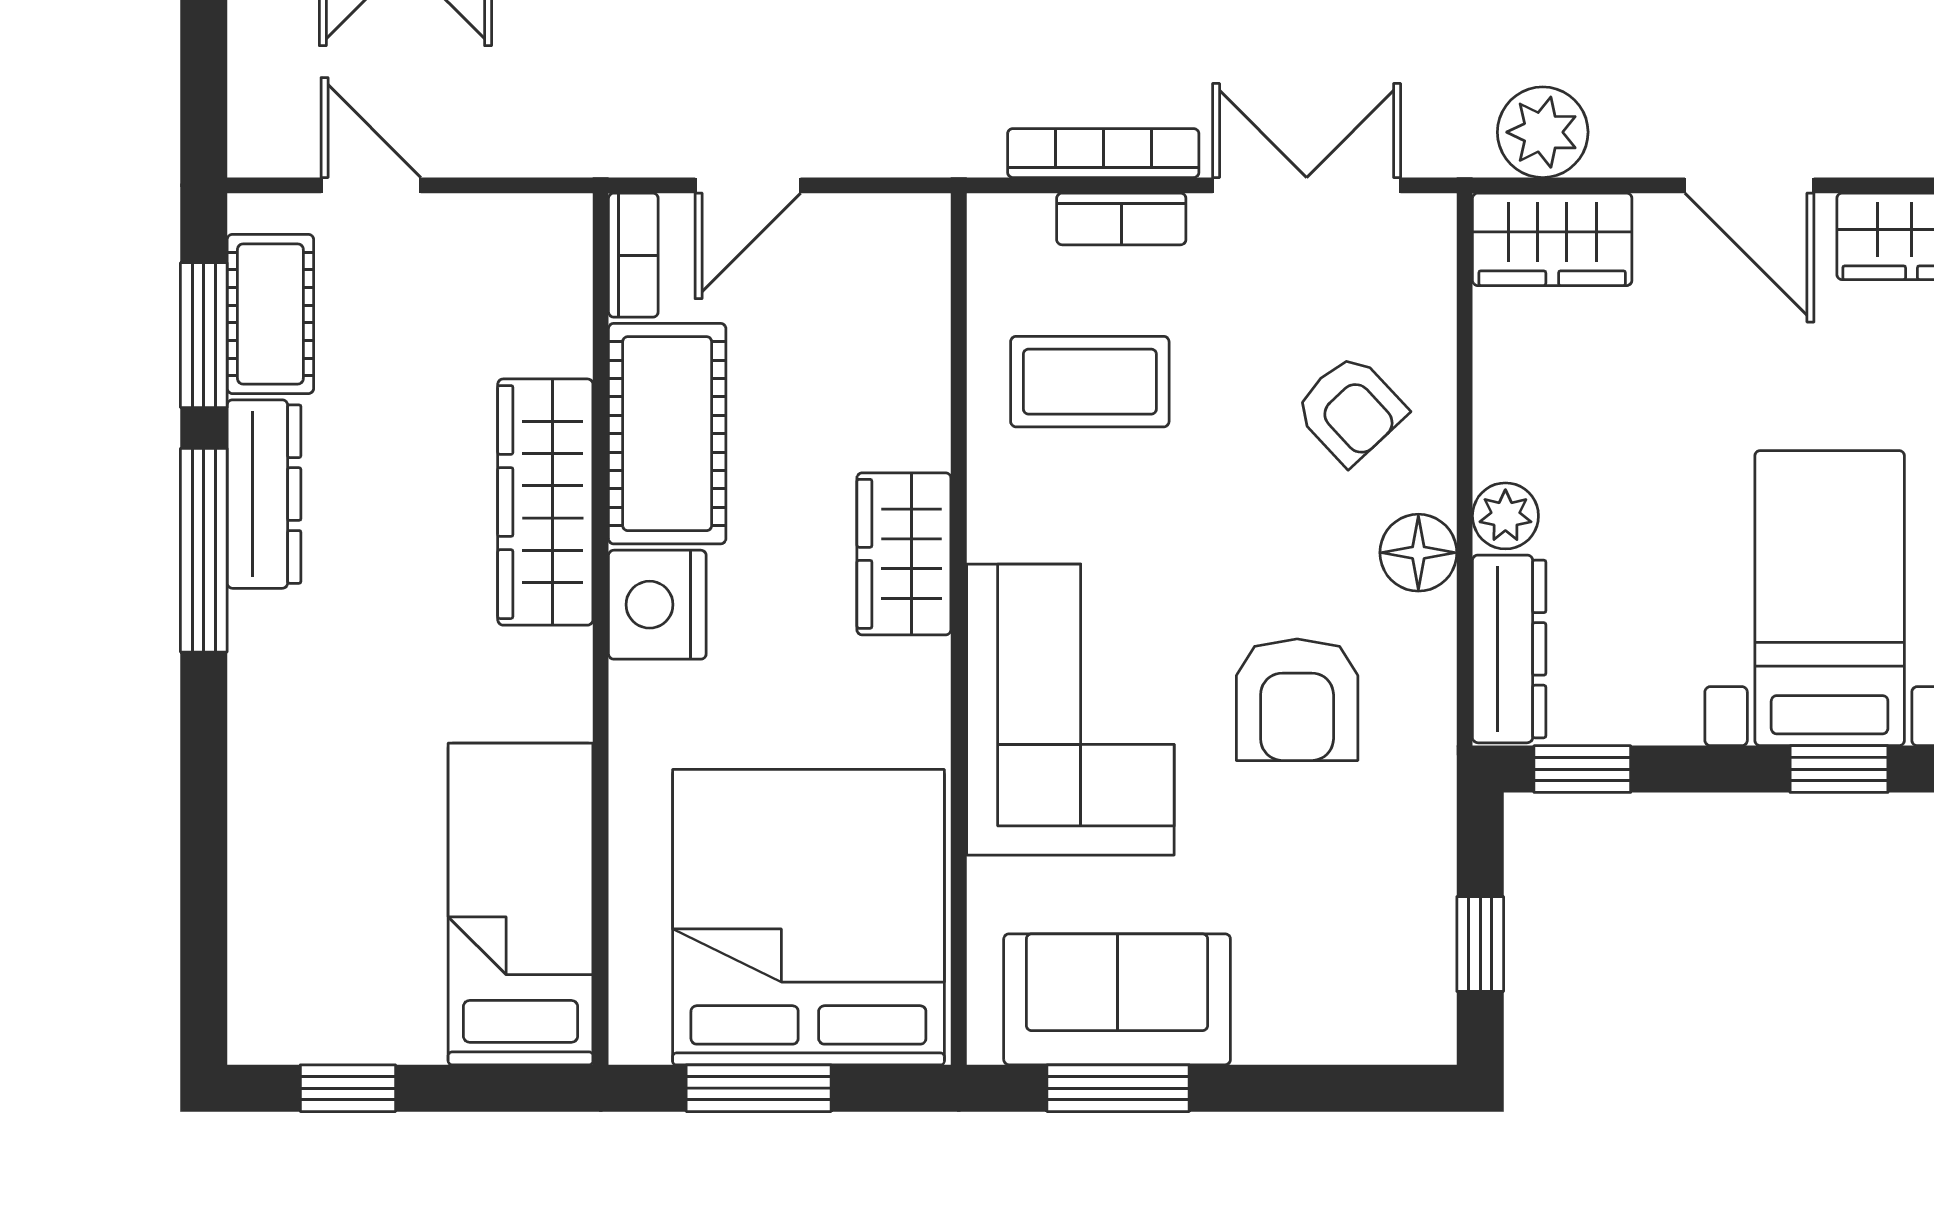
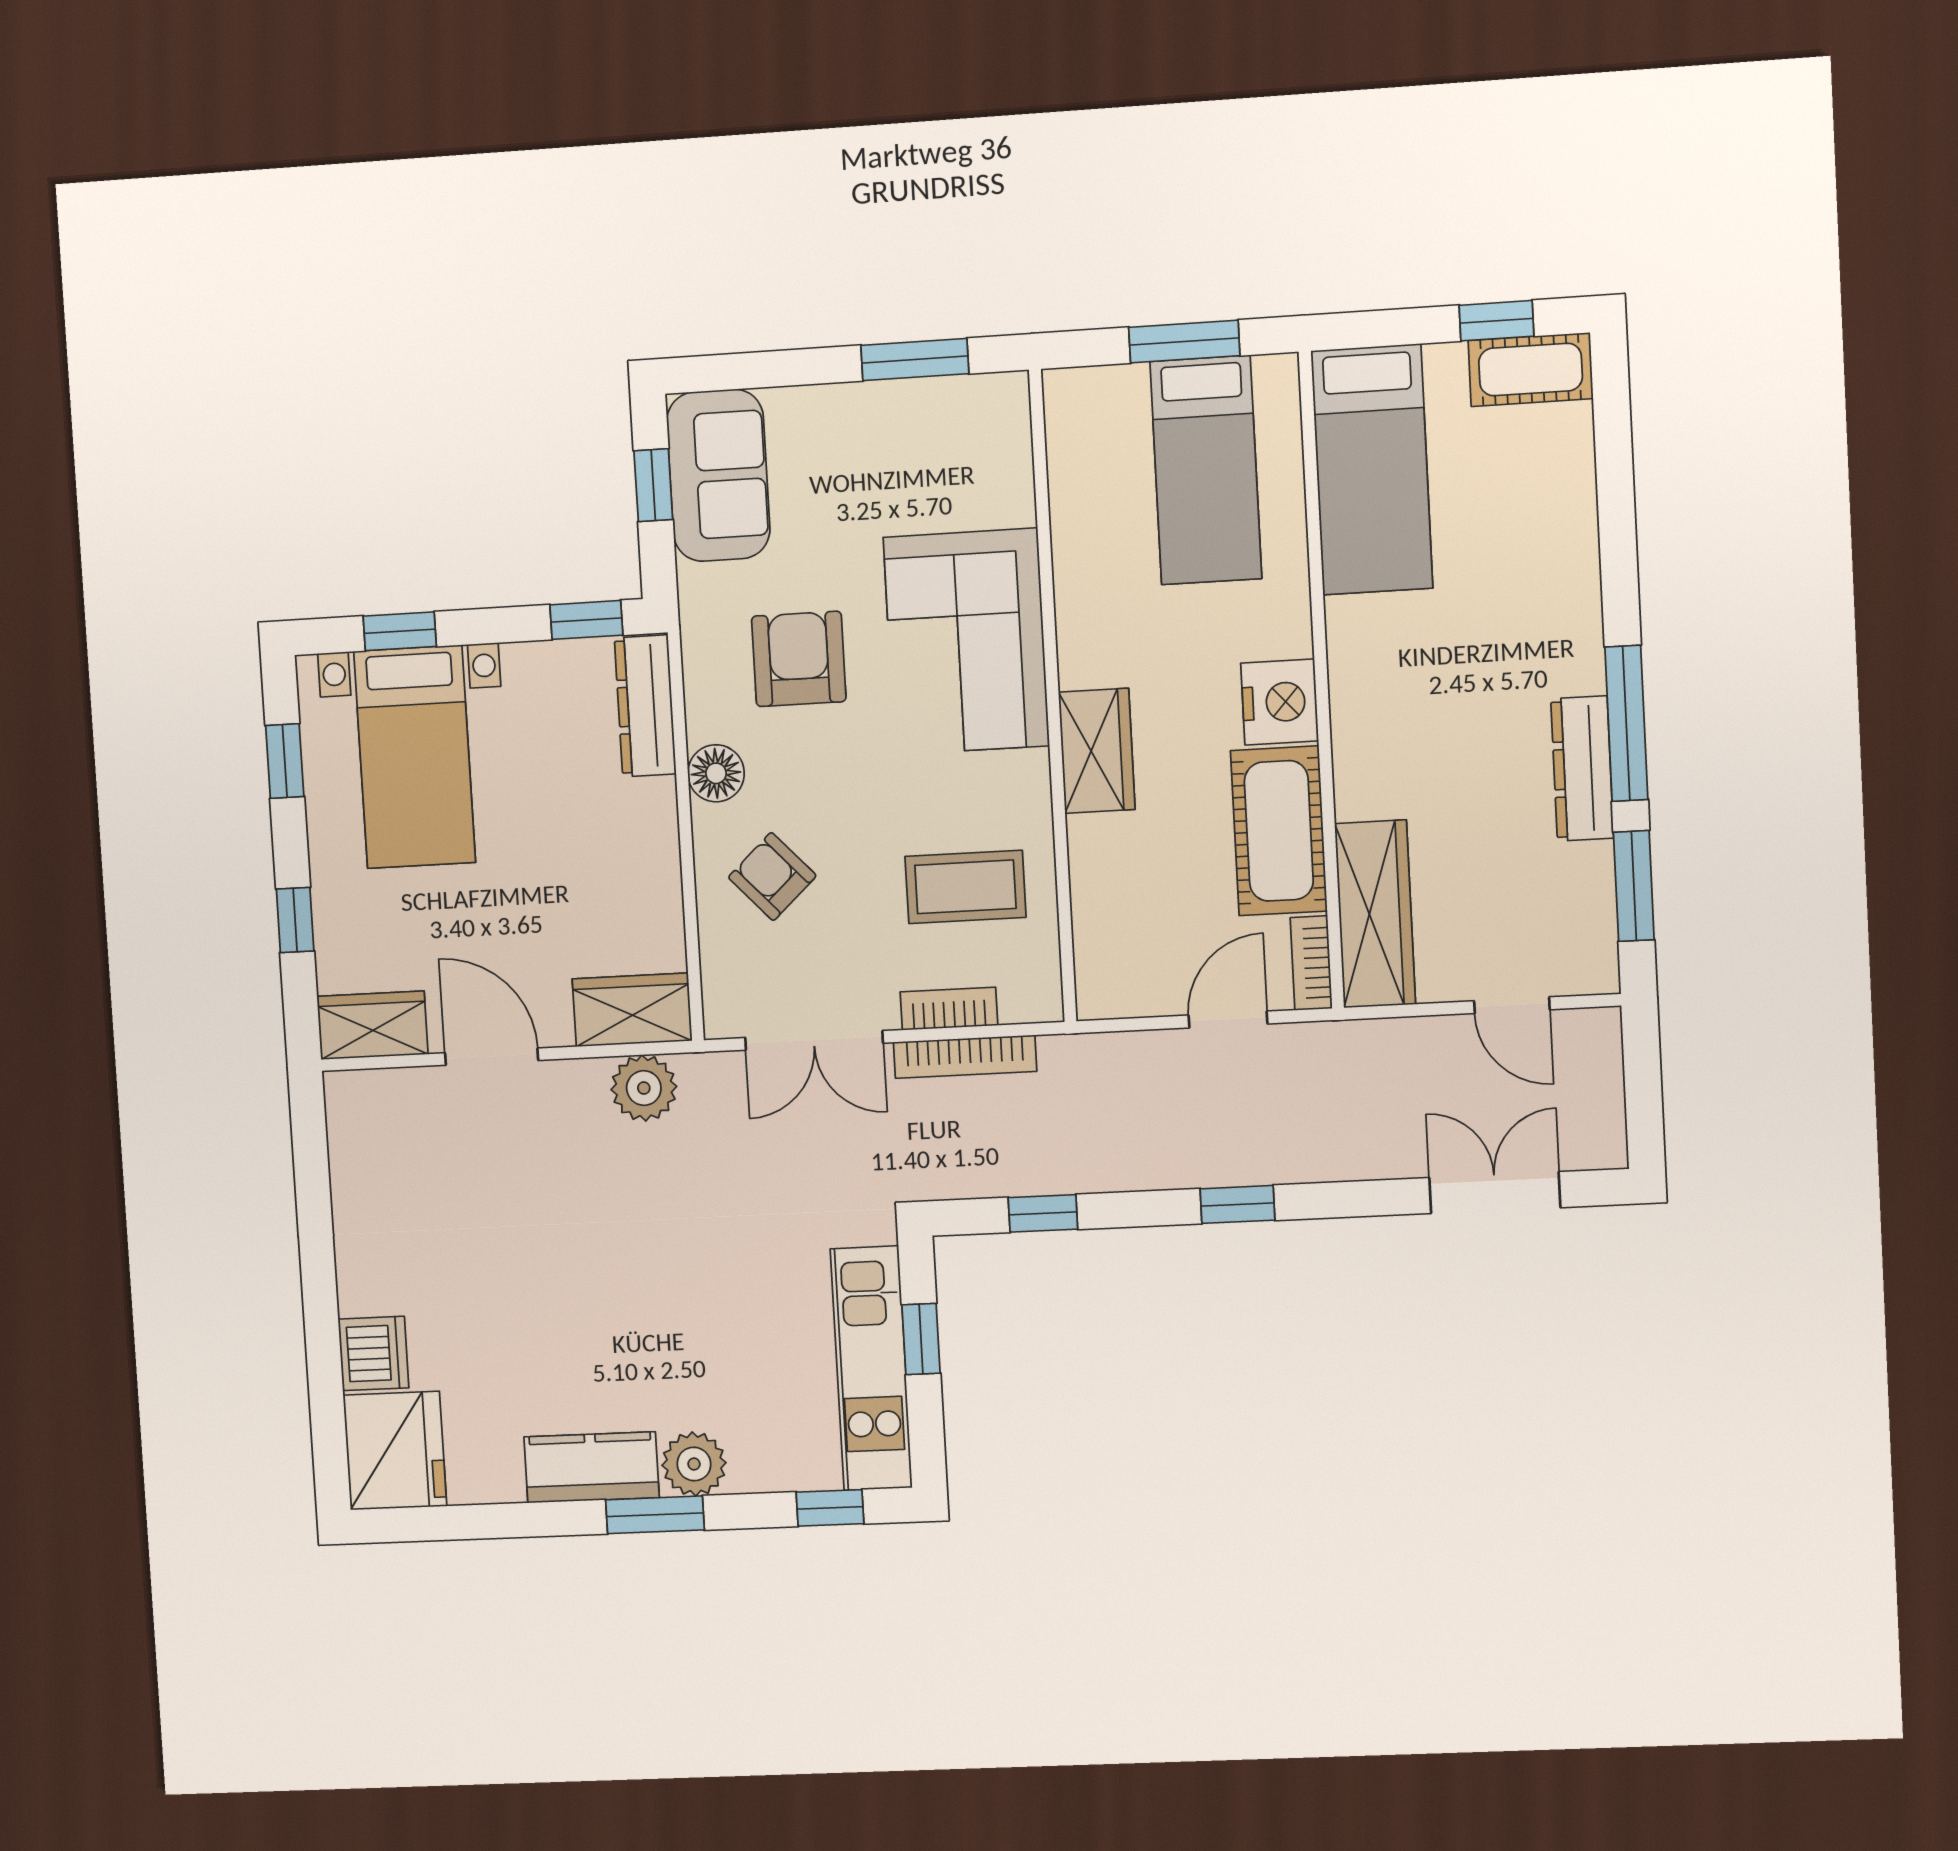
cot: (270, 314) -> (1531, 370), moved, turned 90
wardrobe: (545, 502) -> (1375, 914), moved
plant: (1505, 516) -> (654, 804), removed
bed: (808, 917) -> (1206, 470), width x0.49
sofa: (1117, 999) -> (718, 475), moved, turned -90

